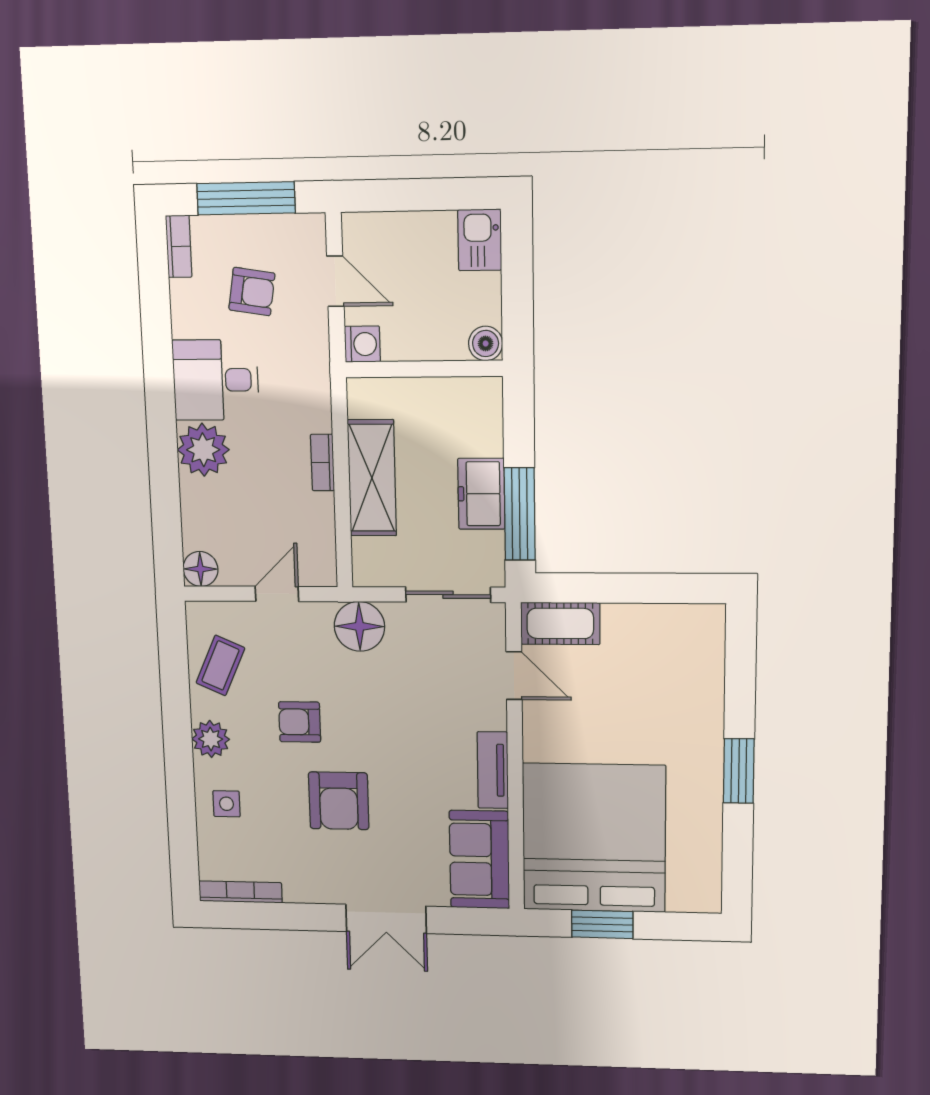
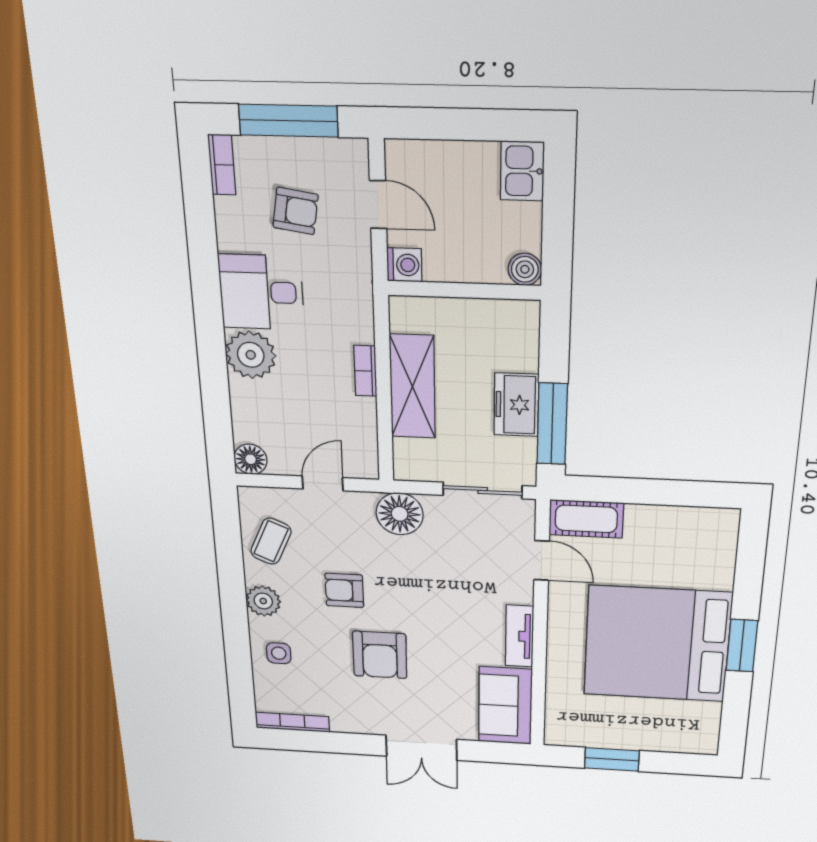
bed: (594, 838) -> (657, 644), moved, turned -90

